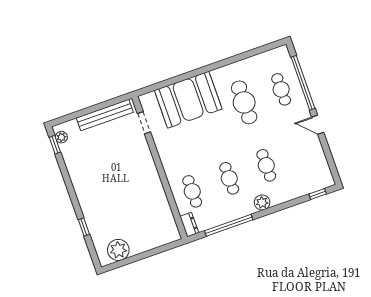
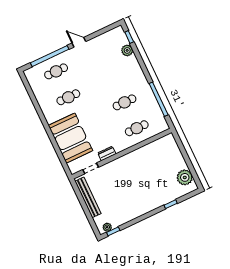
cafe table: (244, 102) -> (68, 97), width x0.73, depth x0.74
door: (318, 125) -> (79, 42), swing flipped
cafe table: (266, 165) -> (112, 76), removed
plant: (262, 203) -> (127, 50), moved
dresser: (189, 225) -> (107, 153), moved

